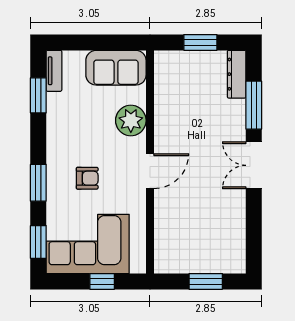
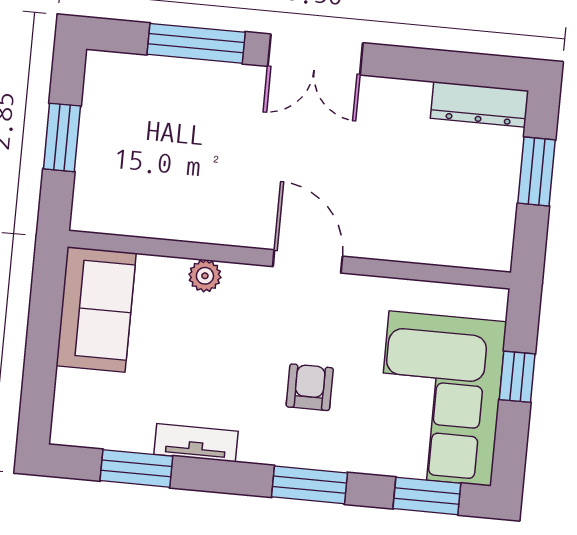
tv unit: (54, 71) -> (196, 443), moved
dresser: (237, 74) -> (479, 104), moved
plant: (131, 121) -> (205, 276), width x0.53, depth x0.53

